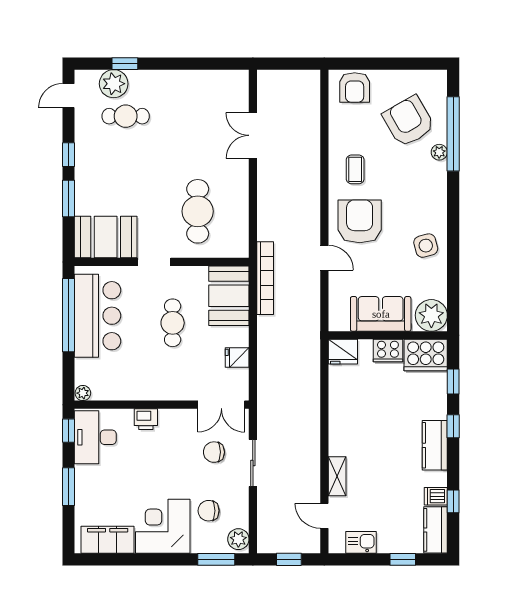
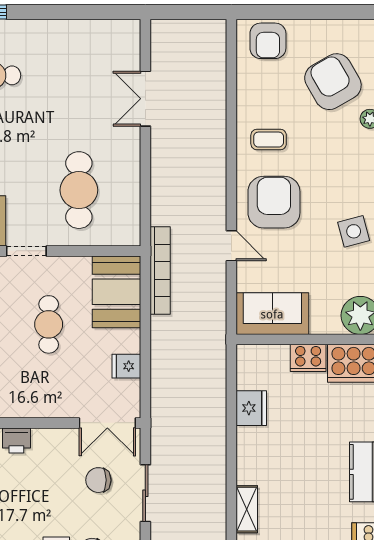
coffee table: (355, 169) -> (269, 140), turned 90
sofa: (381, 314) -> (272, 314), moved
fridge: (343, 352) -> (251, 408), moved, turned -90

